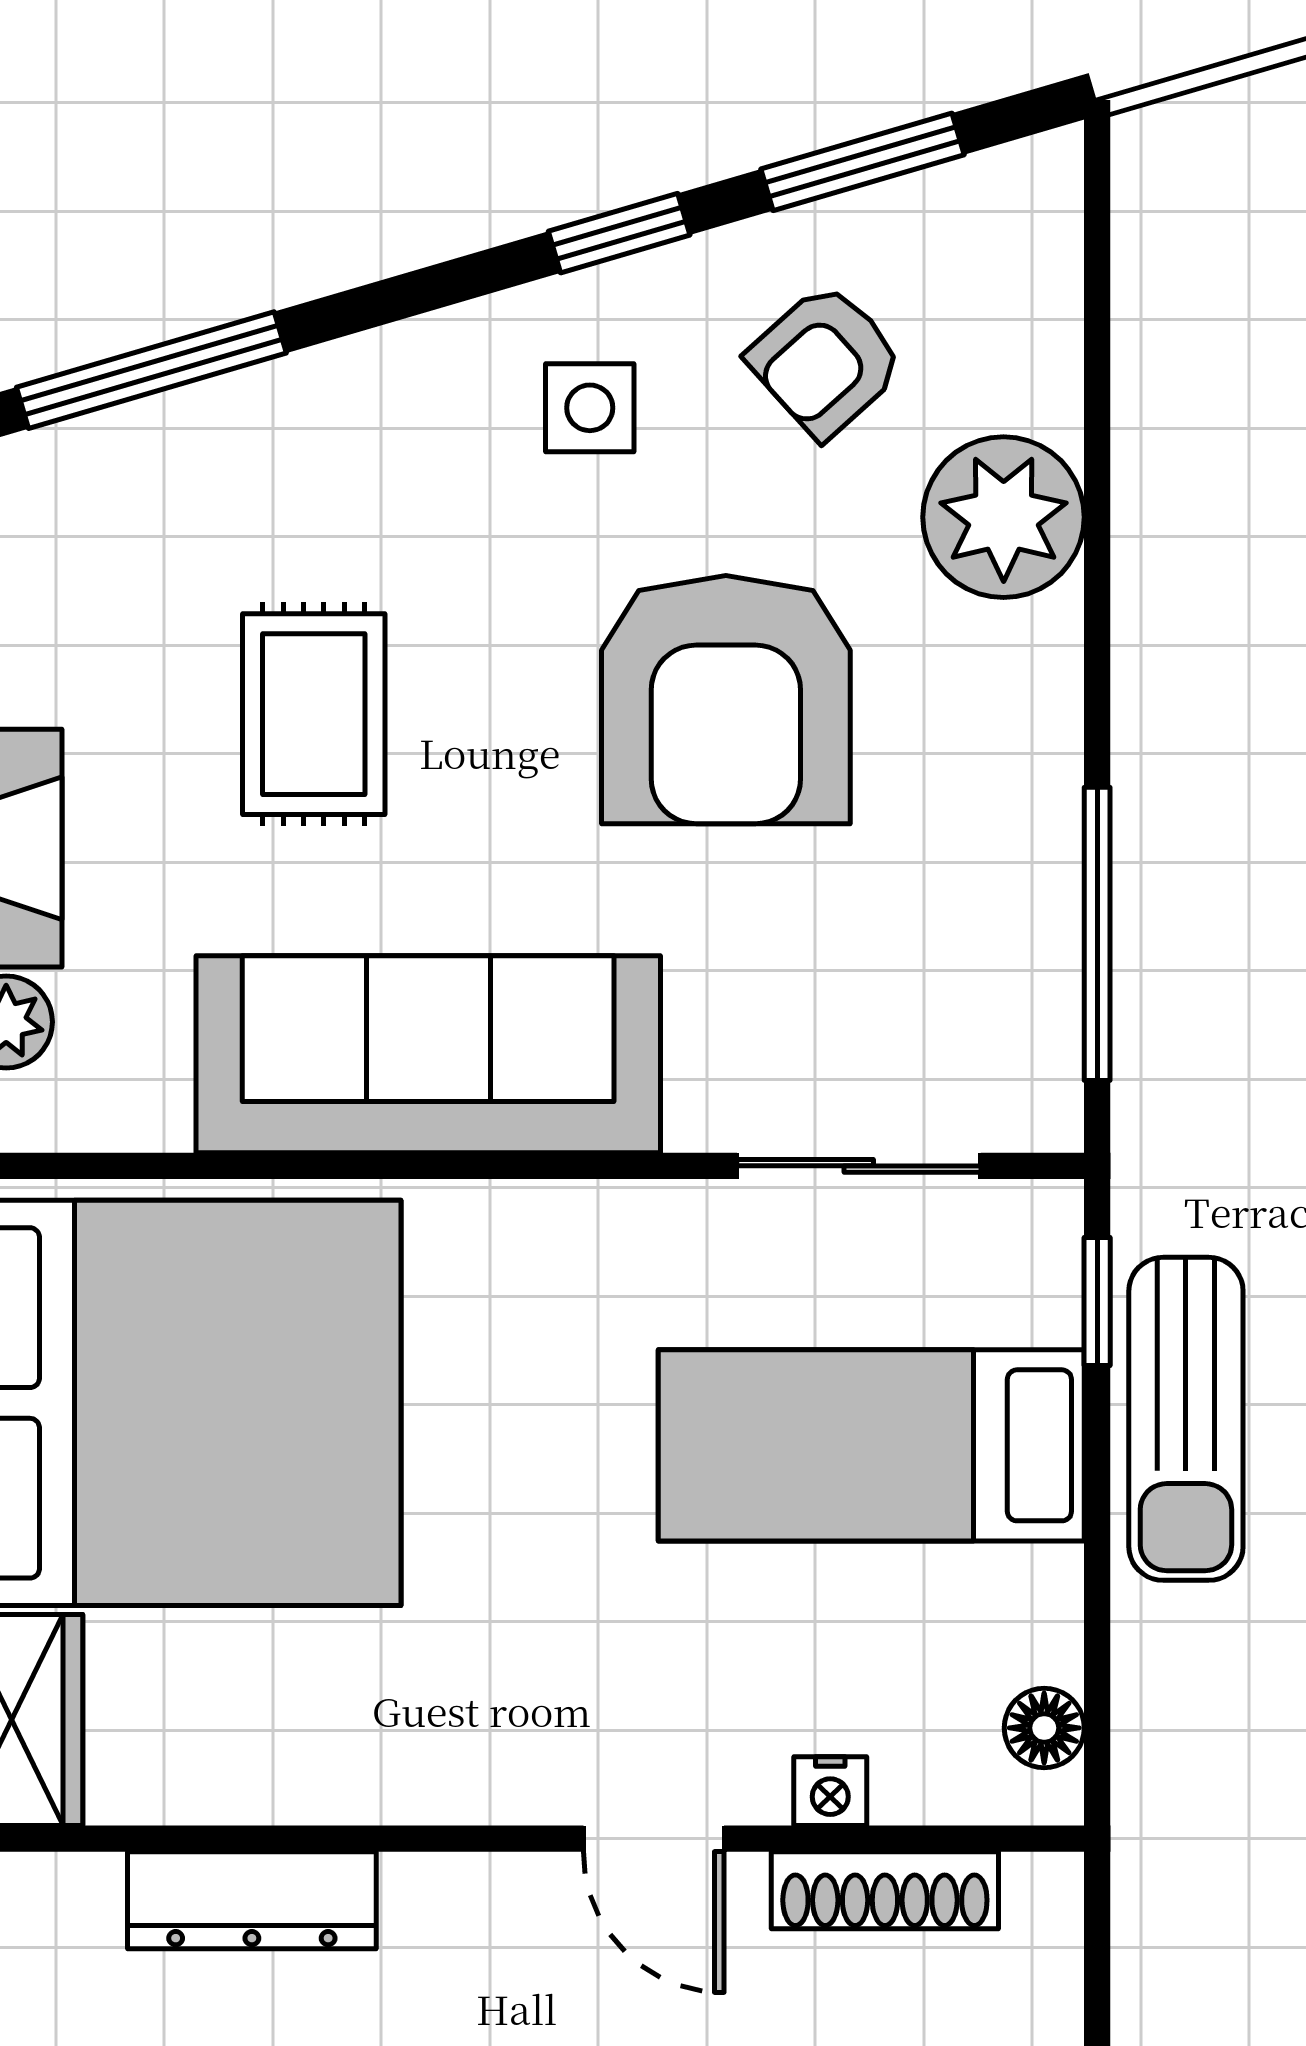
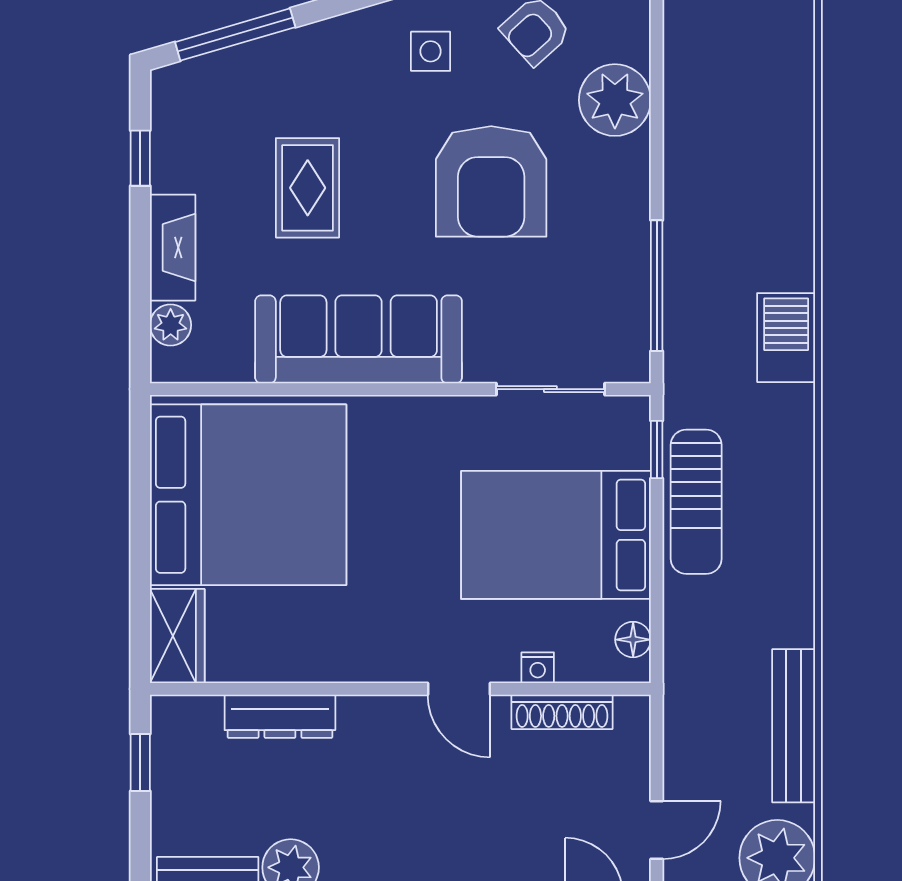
bed: (871, 1445) -> (556, 535), width x1.50

